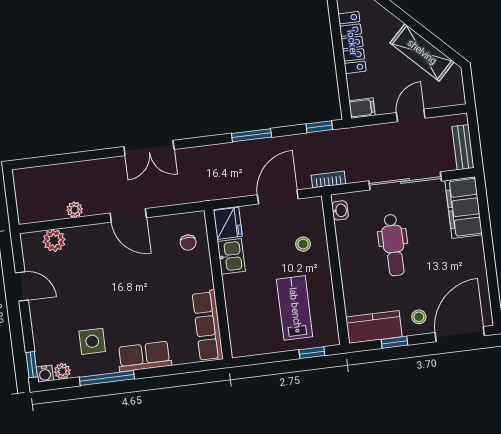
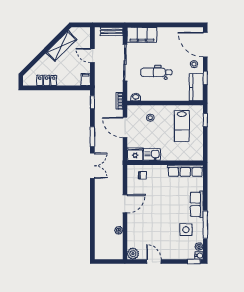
locker: (352, 43) -> (47, 80), width x0.66
double door: (149, 148) -> (92, 166), moved
plant: (54, 240) -> (133, 254), moved
dental chair: (393, 245) -> (156, 72), turned 180
door: (22, 286) -> (154, 262), hinge flipped
lab bench: (295, 308) -> (182, 126), turned -90

